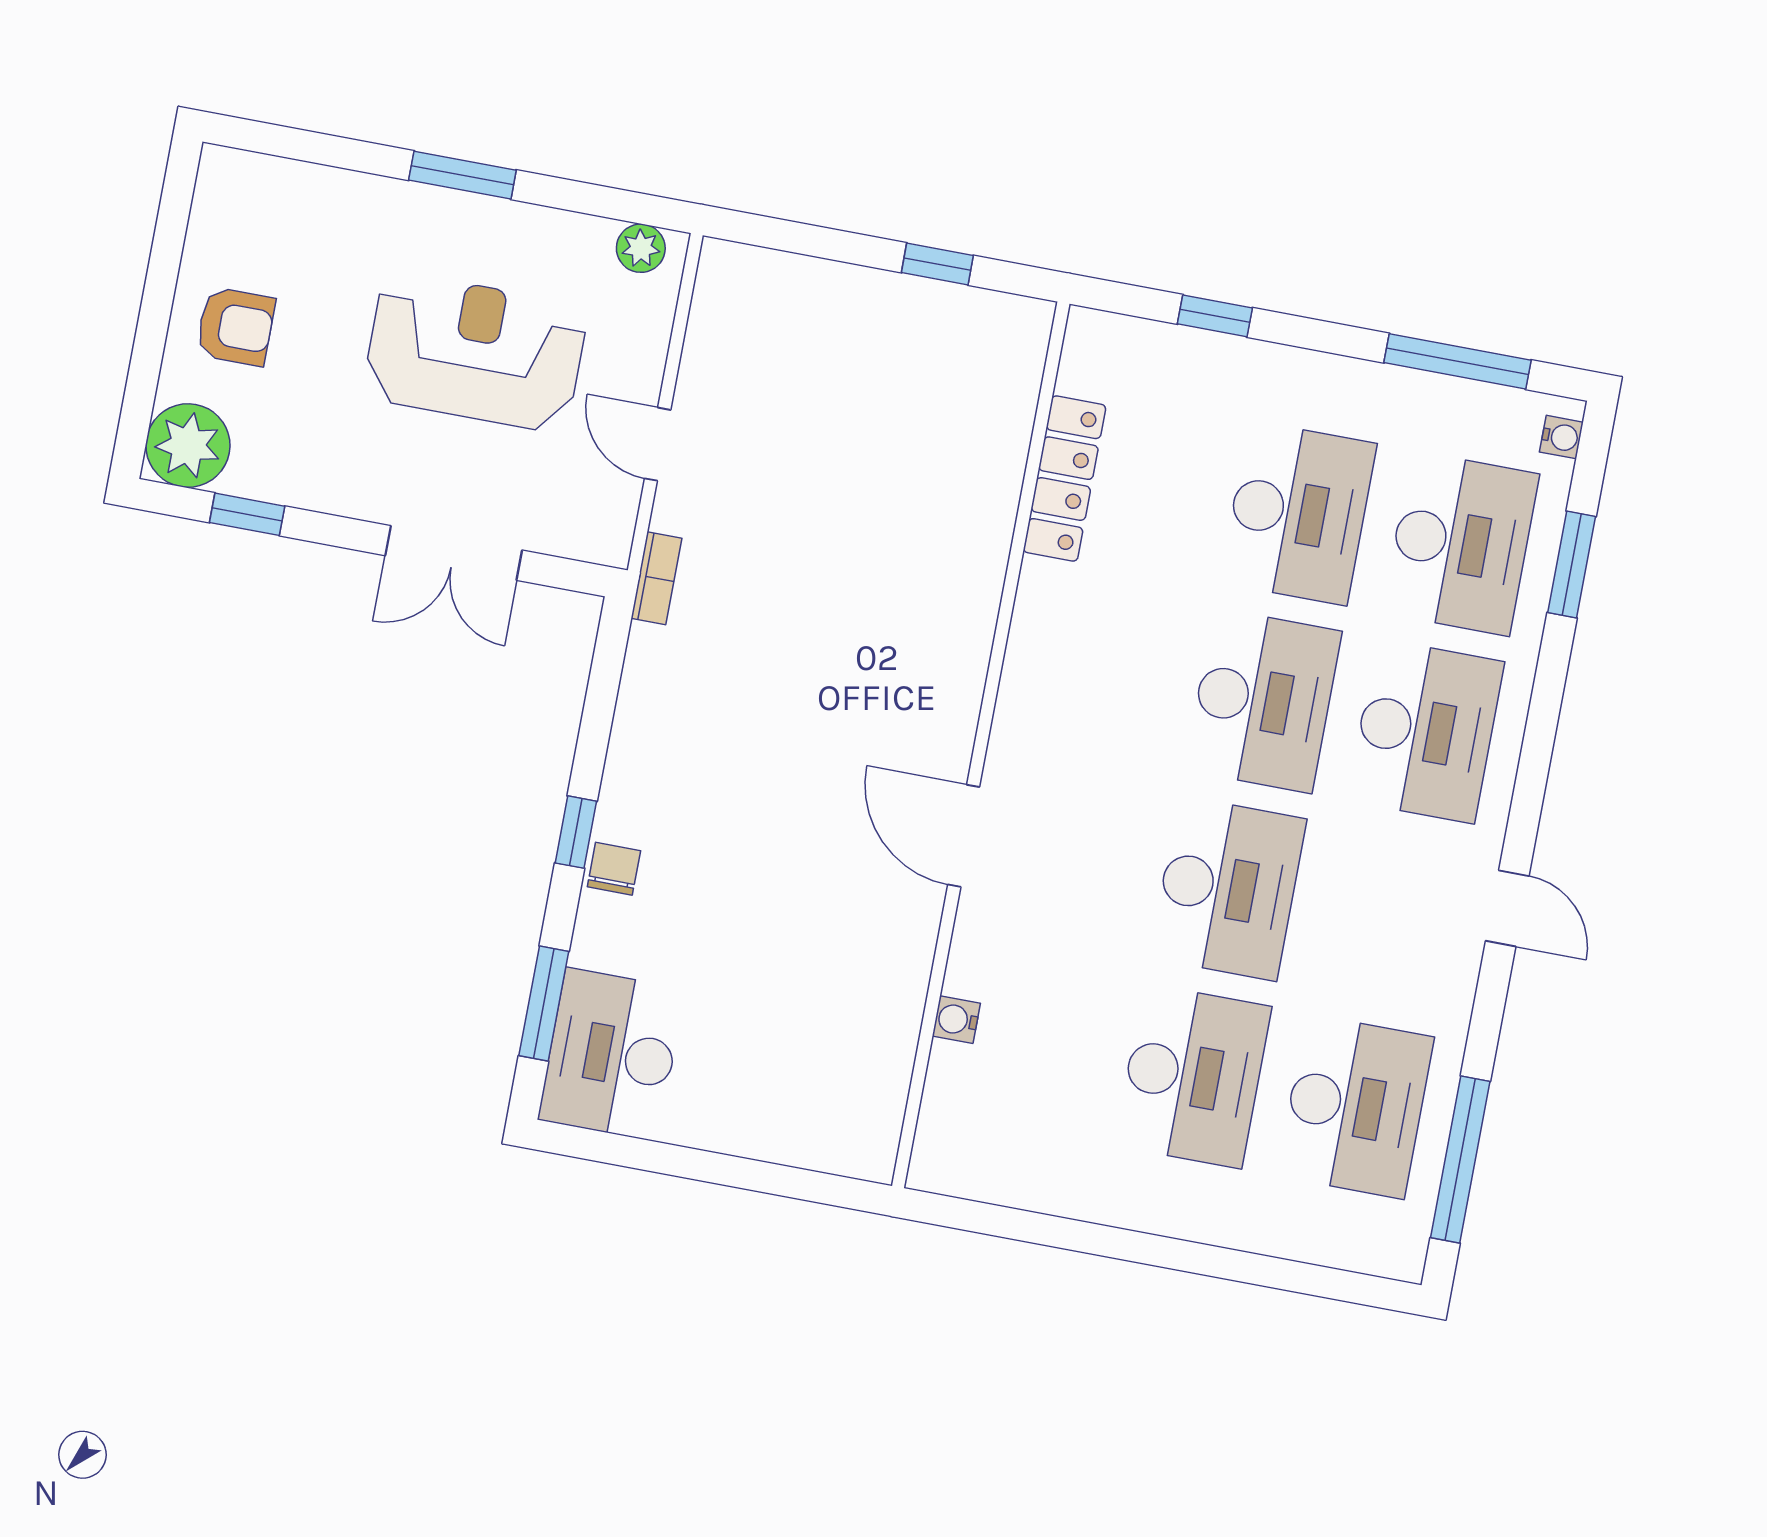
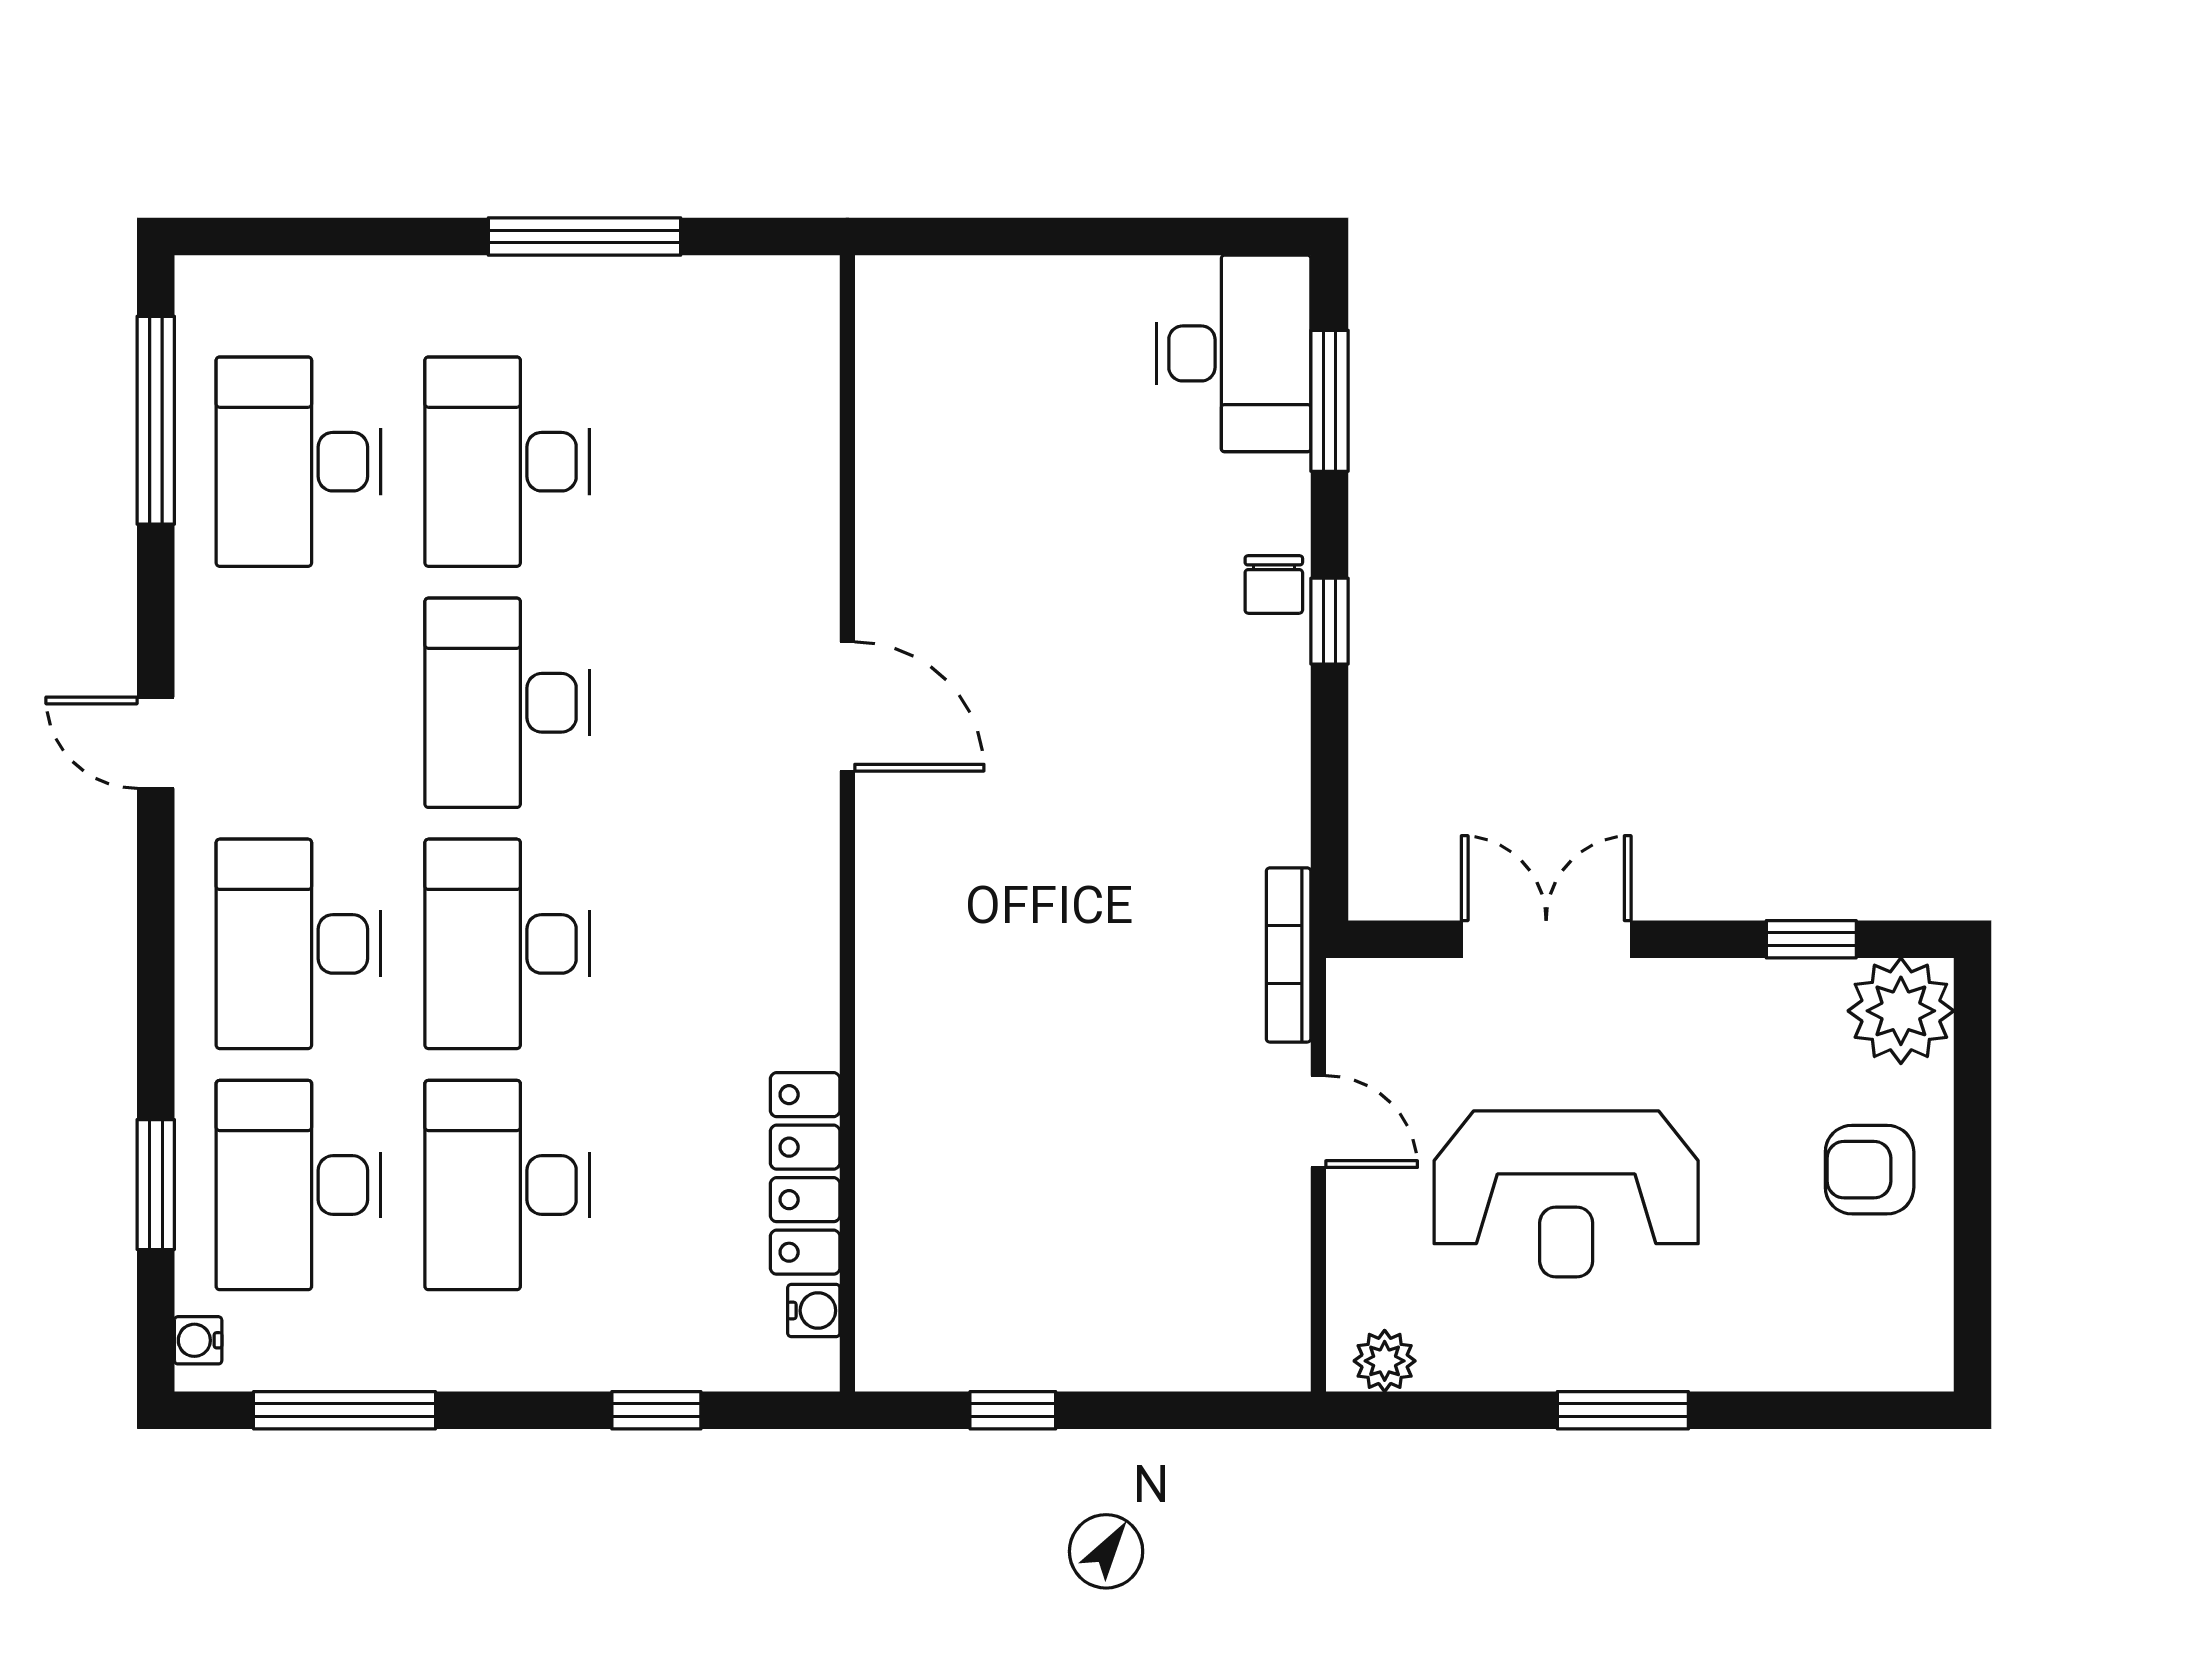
bookcase: (656, 578) -> (1289, 955), width x1.56
water cooler: (956, 1020) -> (814, 1311), moved
window: (1100, 1240) -> (584, 236), added

